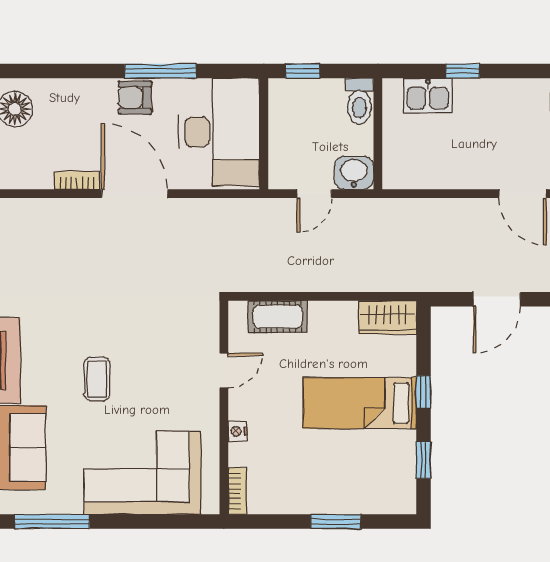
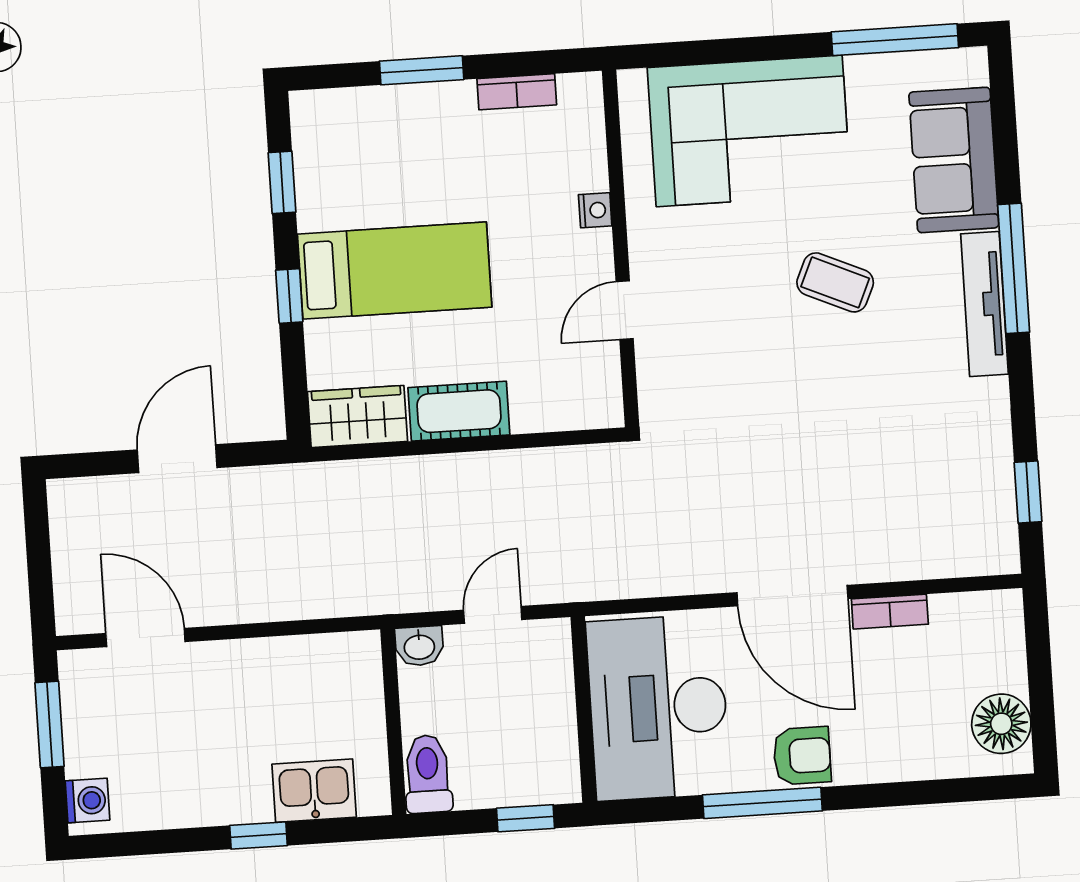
washbasin: (354, 173) -> (419, 646), width x0.72, depth x0.69
cot: (278, 317) -> (459, 411), moved
coffee table: (97, 379) -> (835, 282), turned -66
bookcase: (237, 491) -> (517, 92), moved, turned -90

